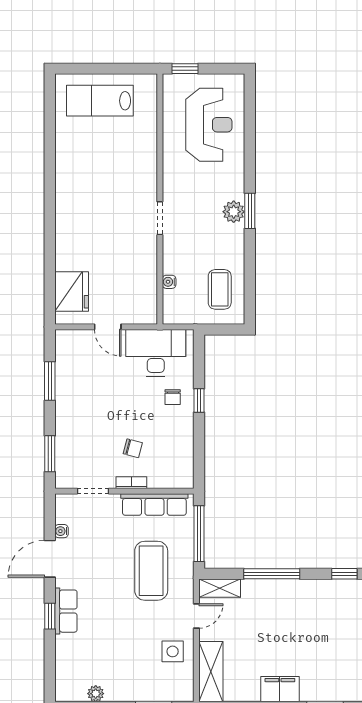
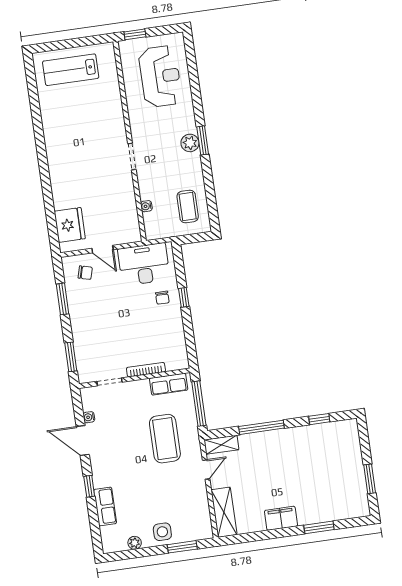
chair: (133, 448) -> (85, 273), moved
bookcase: (131, 483) -> (146, 370), width x1.56
row of seats: (154, 504) -> (169, 384), width x0.68
door: (50, 559) -> (83, 440), hinge flipped
row of seats: (66, 611) -> (105, 506), moved
side table: (173, 651) -> (162, 532), moved

